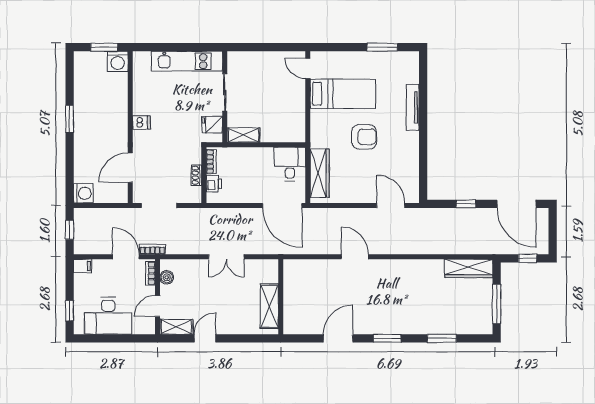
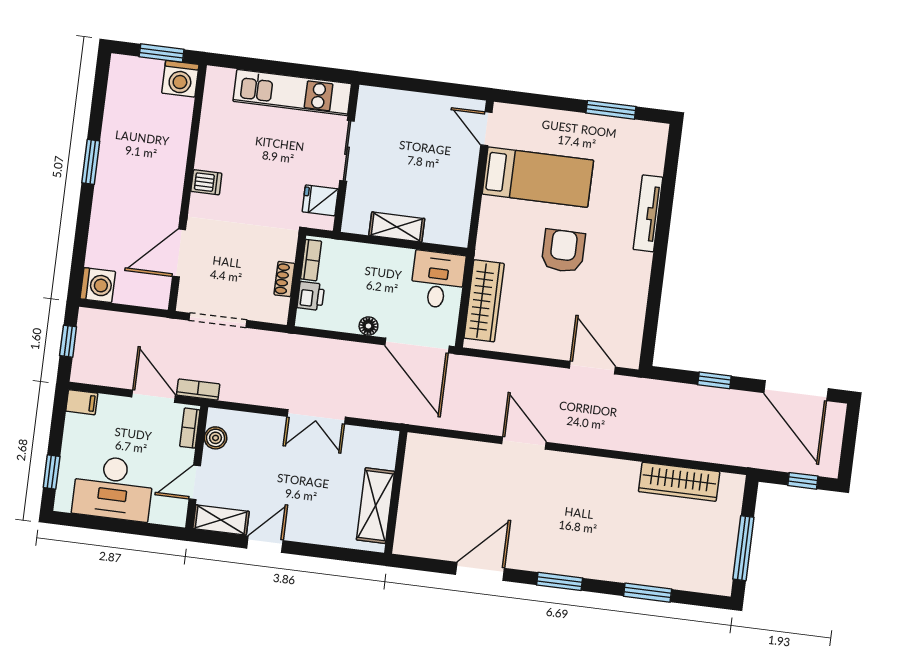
shelving: (243, 135) -> (397, 227), moved
armchair: (364, 137) -> (563, 251), turned -90
floor lamp: (251, 197) -> (368, 326), added
wardrobe: (469, 268) -> (679, 482), moved

